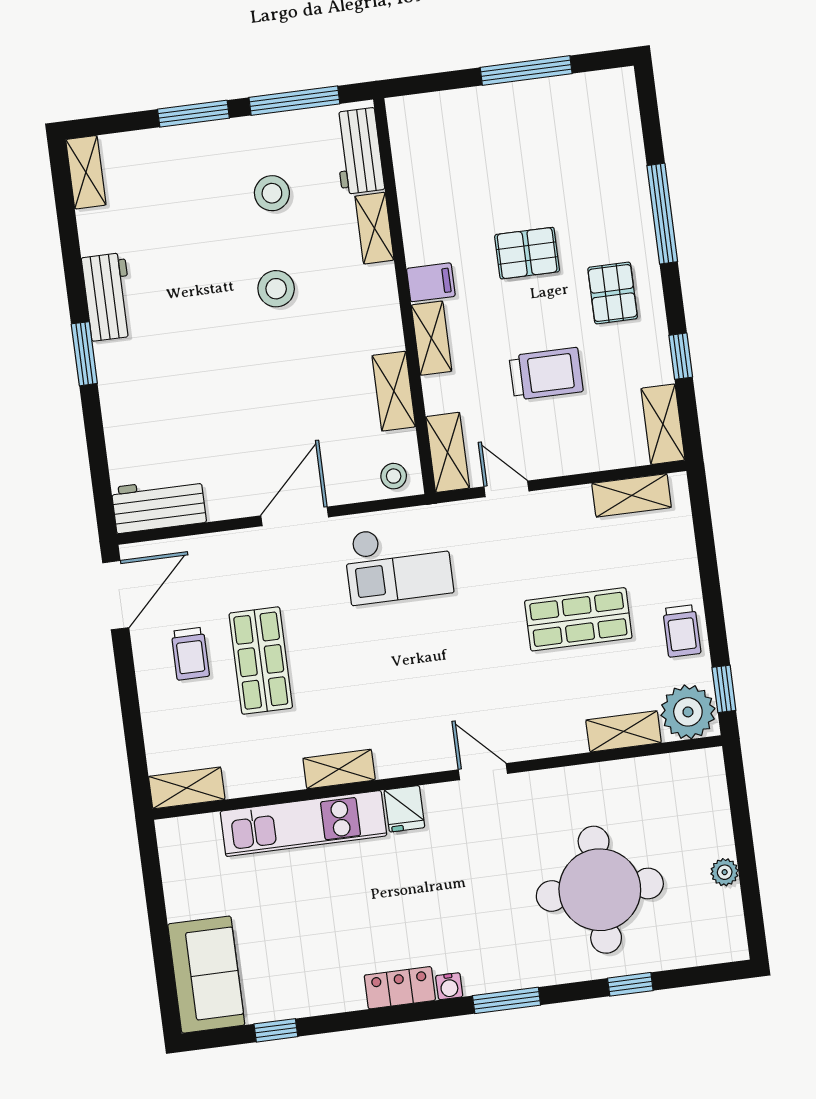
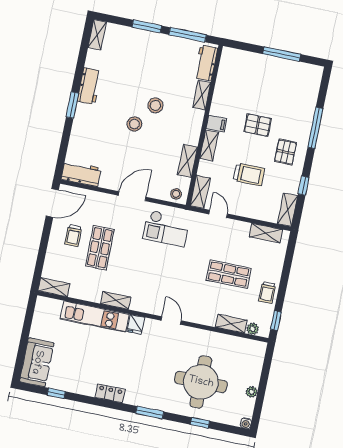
stool: (272, 193) -> (134, 124), moved
plant: (688, 712) -> (253, 329), width x0.53, depth x0.53
water cooler: (449, 986) -> (246, 423), moved

